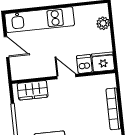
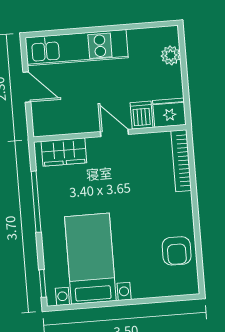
bookcase: (113, 109) -> (181, 161), moved

